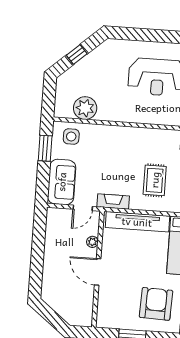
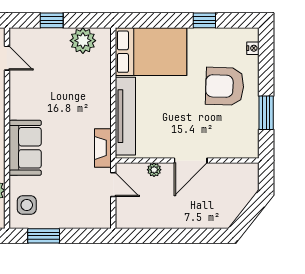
rug: (155, 180) -> (73, 99), removed
sofa: (62, 182) -> (25, 148), moved, turned 90

